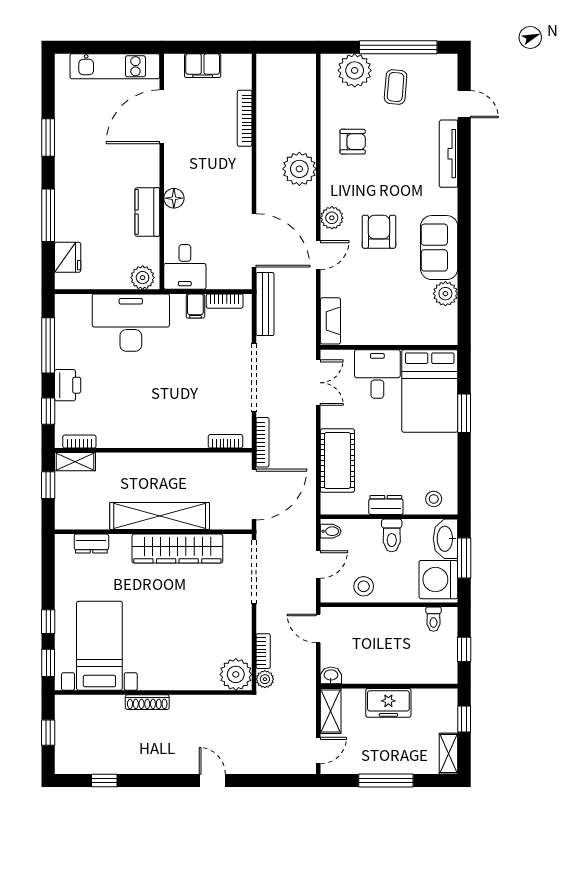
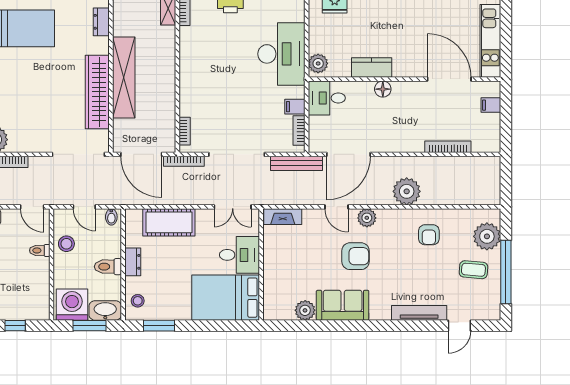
filing cabinet: (203, 66) -> (491, 105), width x0.50
window: (464, 413) -> (159, 326), moved
toilet: (434, 619) -> (40, 250), moved
door: (318, 628) -> (32, 207), swing flipped

